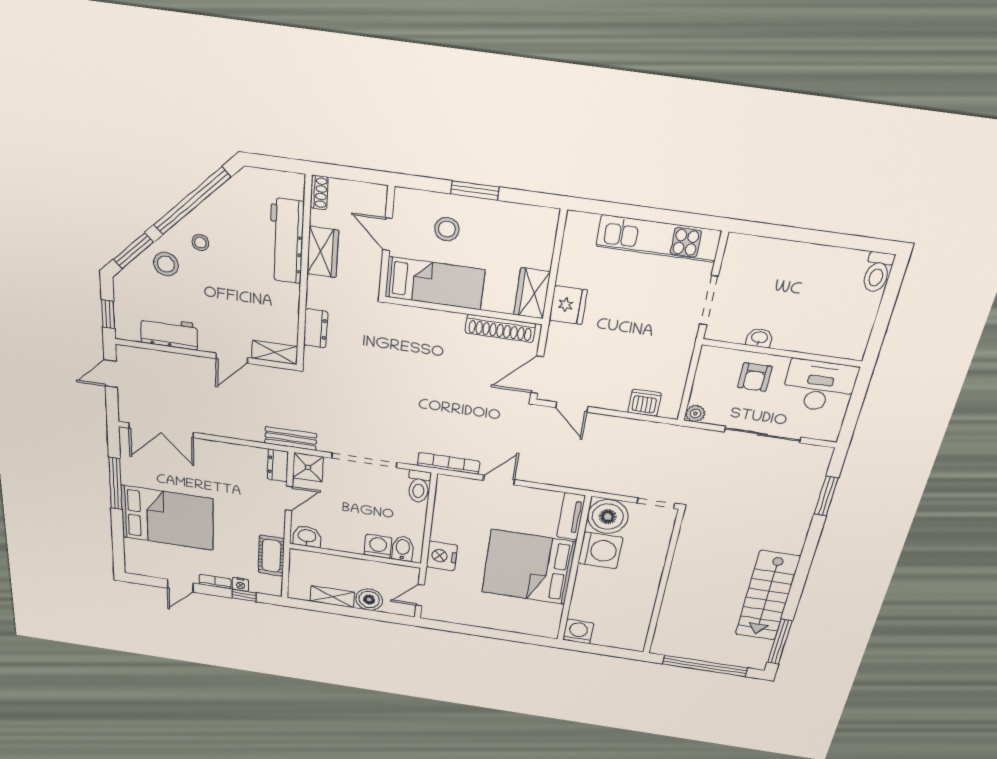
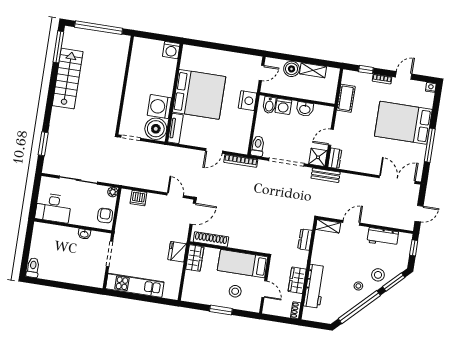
armchair: (755, 377) -> (105, 216), moved
washbasin: (307, 536) -> (305, 109), moved
nightstand: (240, 584) -> (431, 87), moved

